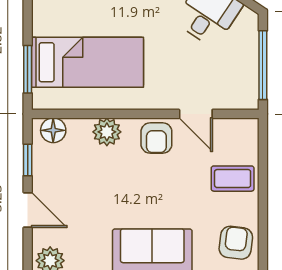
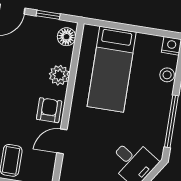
window: (28, 69) -> (113, 25), removed
armchair: (156, 138) -> (49, 110), turned 90

